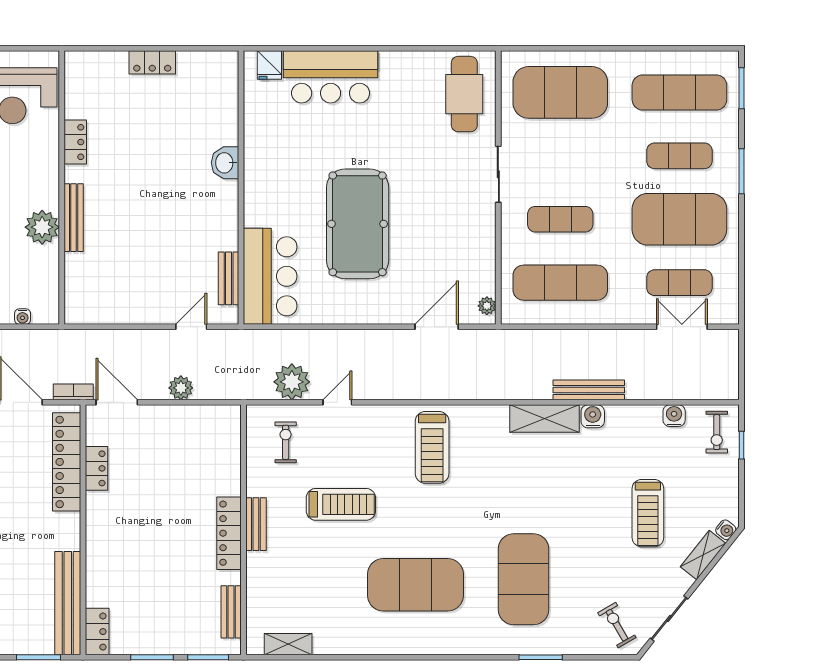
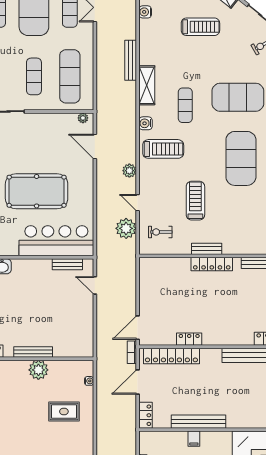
bar counter: (270, 276) -> (56, 241), width x1.36
plant: (181, 388) -> (129, 171), moved
water cooler: (593, 416) -> (146, 123), moved
locker: (96, 468) -> (189, 339), moved
exercise mat: (509, 486) -> (185, 105), added

